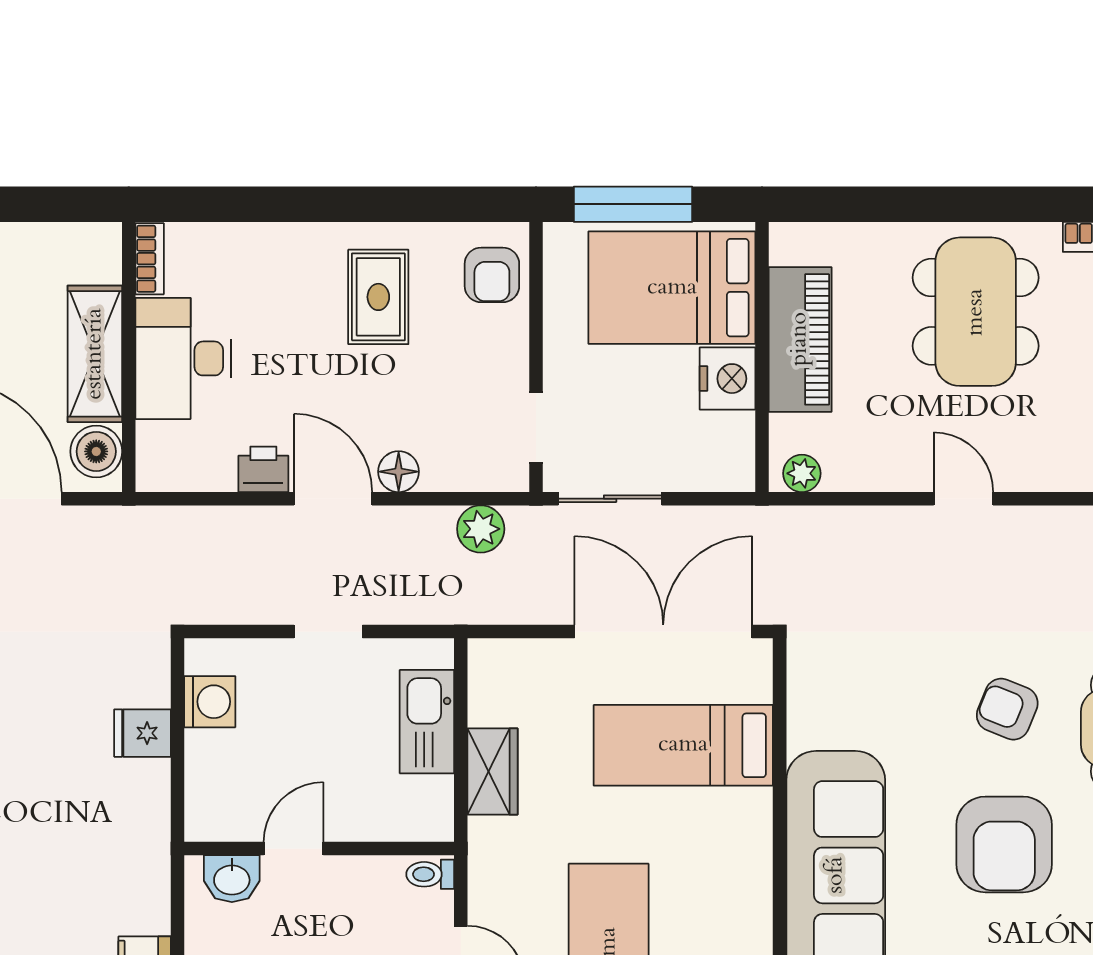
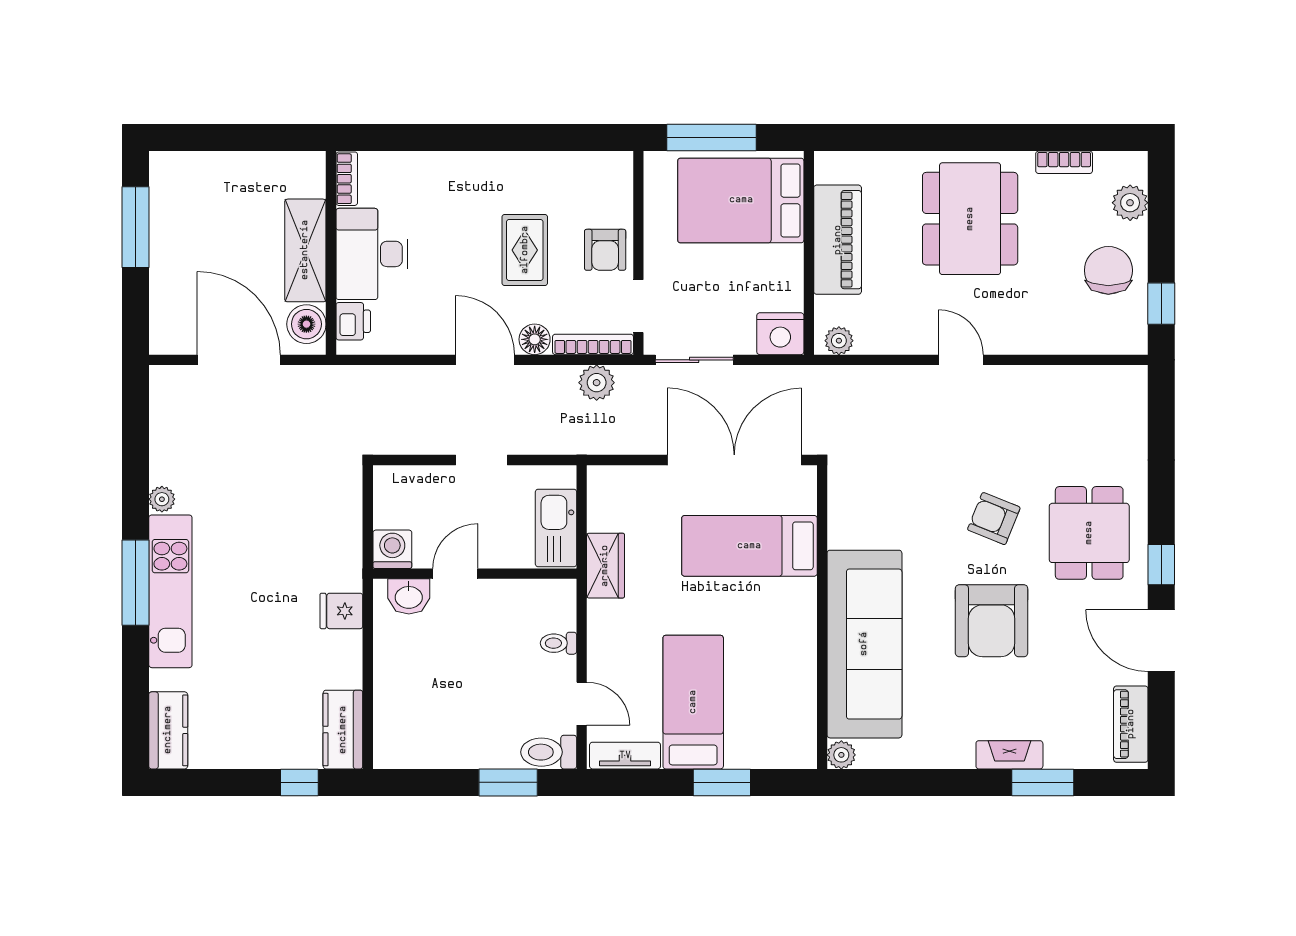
armchair: (492, 275) -> (605, 250), moved
rug: (378, 297) -> (525, 250), moved
nightstand: (727, 379) -> (780, 334), moved, turned 90
printer: (263, 469) -> (353, 321), moved, turned 90
bookcase: (476, 478) -> (593, 344), added
washing machine: (210, 702) -> (392, 549), moved, turned -90
fridge: (143, 733) -> (341, 611), moved
door: (294, 848) -> (455, 574), moved
wall: (319, 848) -> (475, 574), moved
washbasin: (232, 879) -> (409, 596), moved

